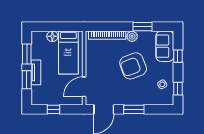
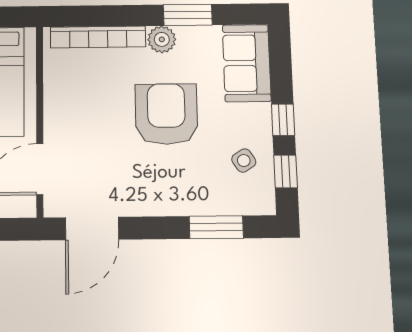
window: (178, 56) -> (283, 120), moved
armchair: (133, 66) -> (166, 114), turned 111
window: (134, 109) -> (216, 227), moved

